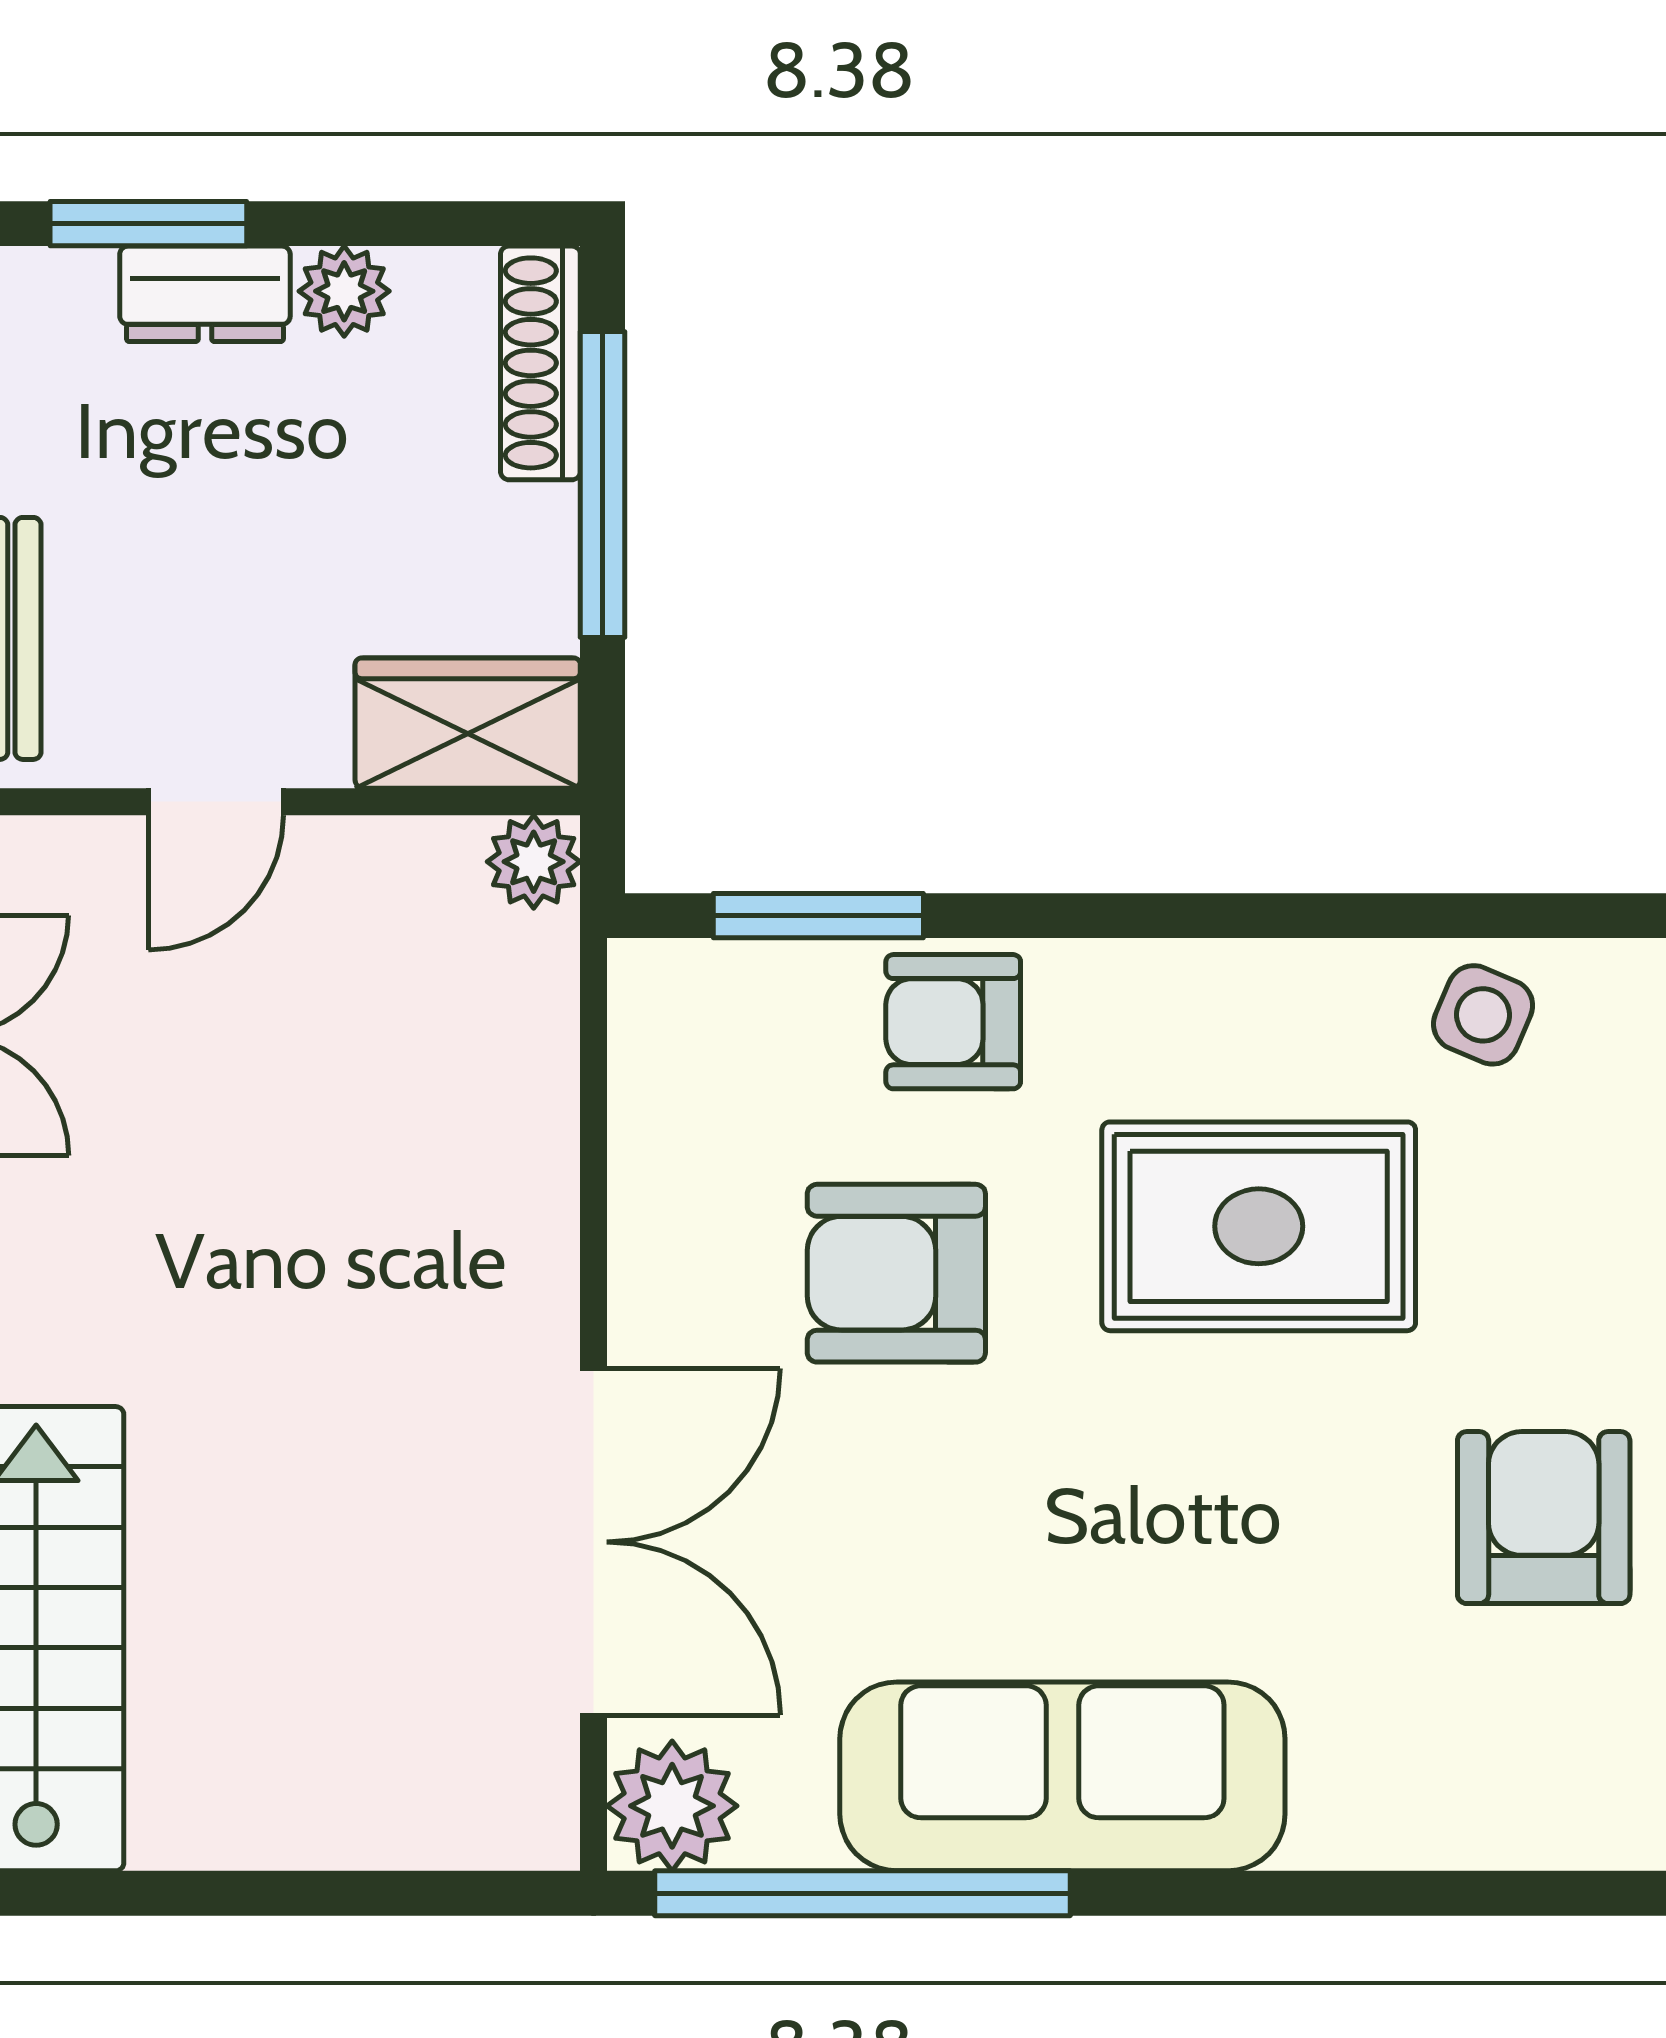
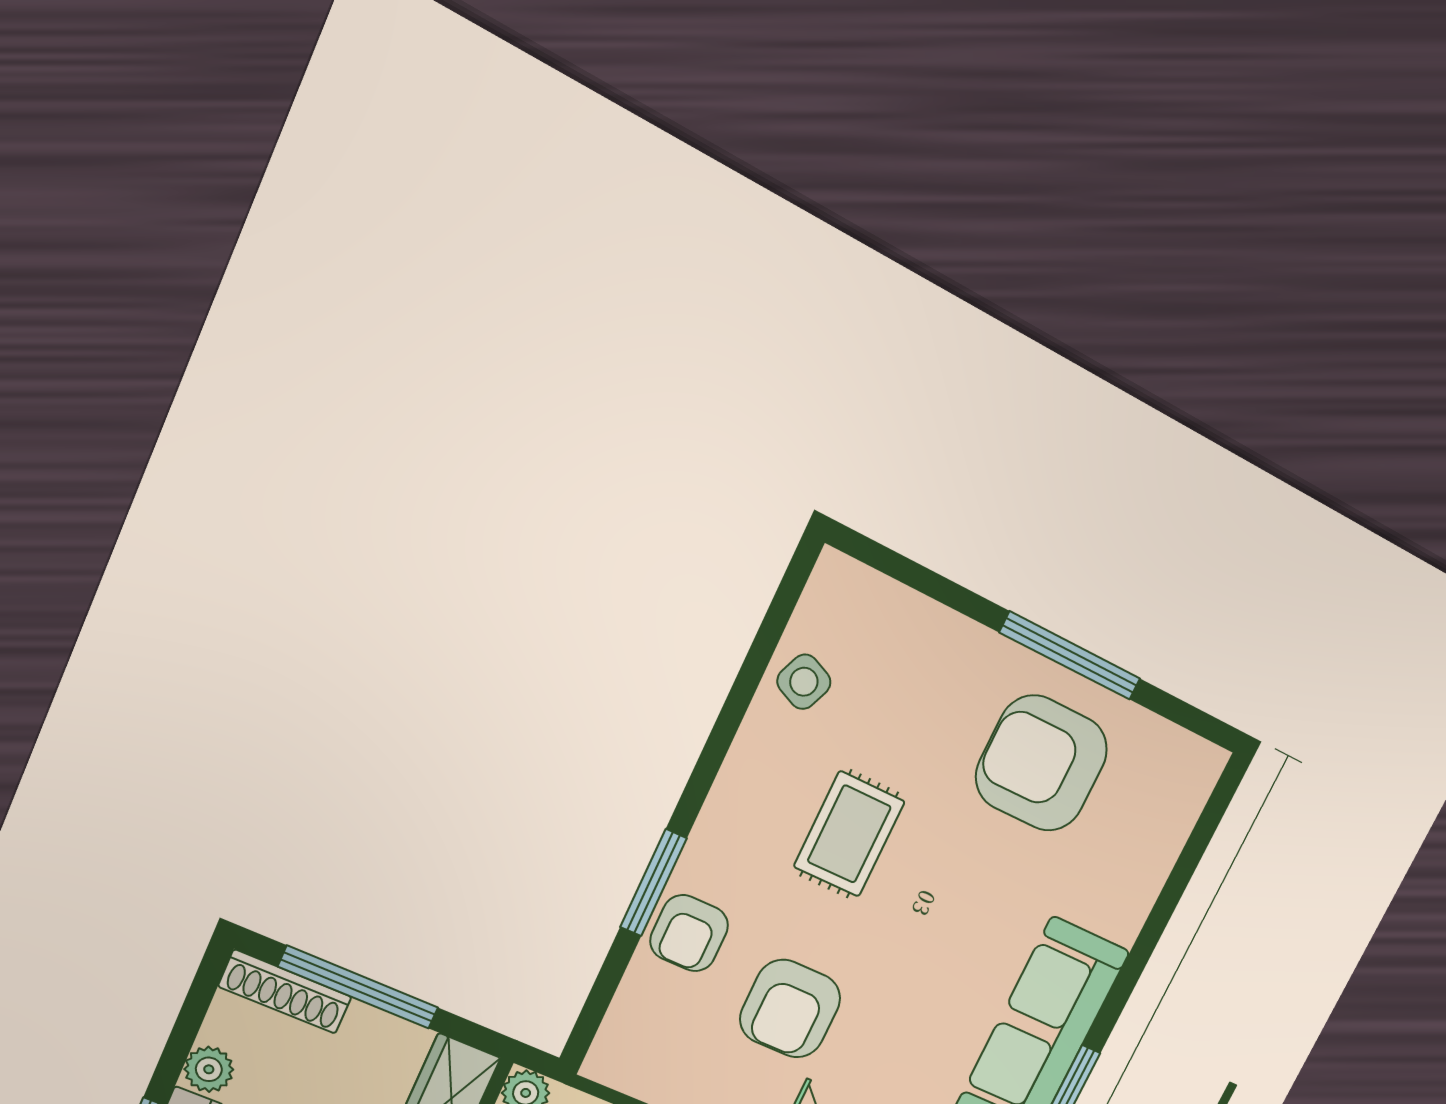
window: (818, 916) -> (653, 883), moved
rug: (1259, 1226) -> (849, 834), width x0.73, depth x0.70
armchair: (1544, 1518) -> (1042, 763), width x1.36, depth x1.36

